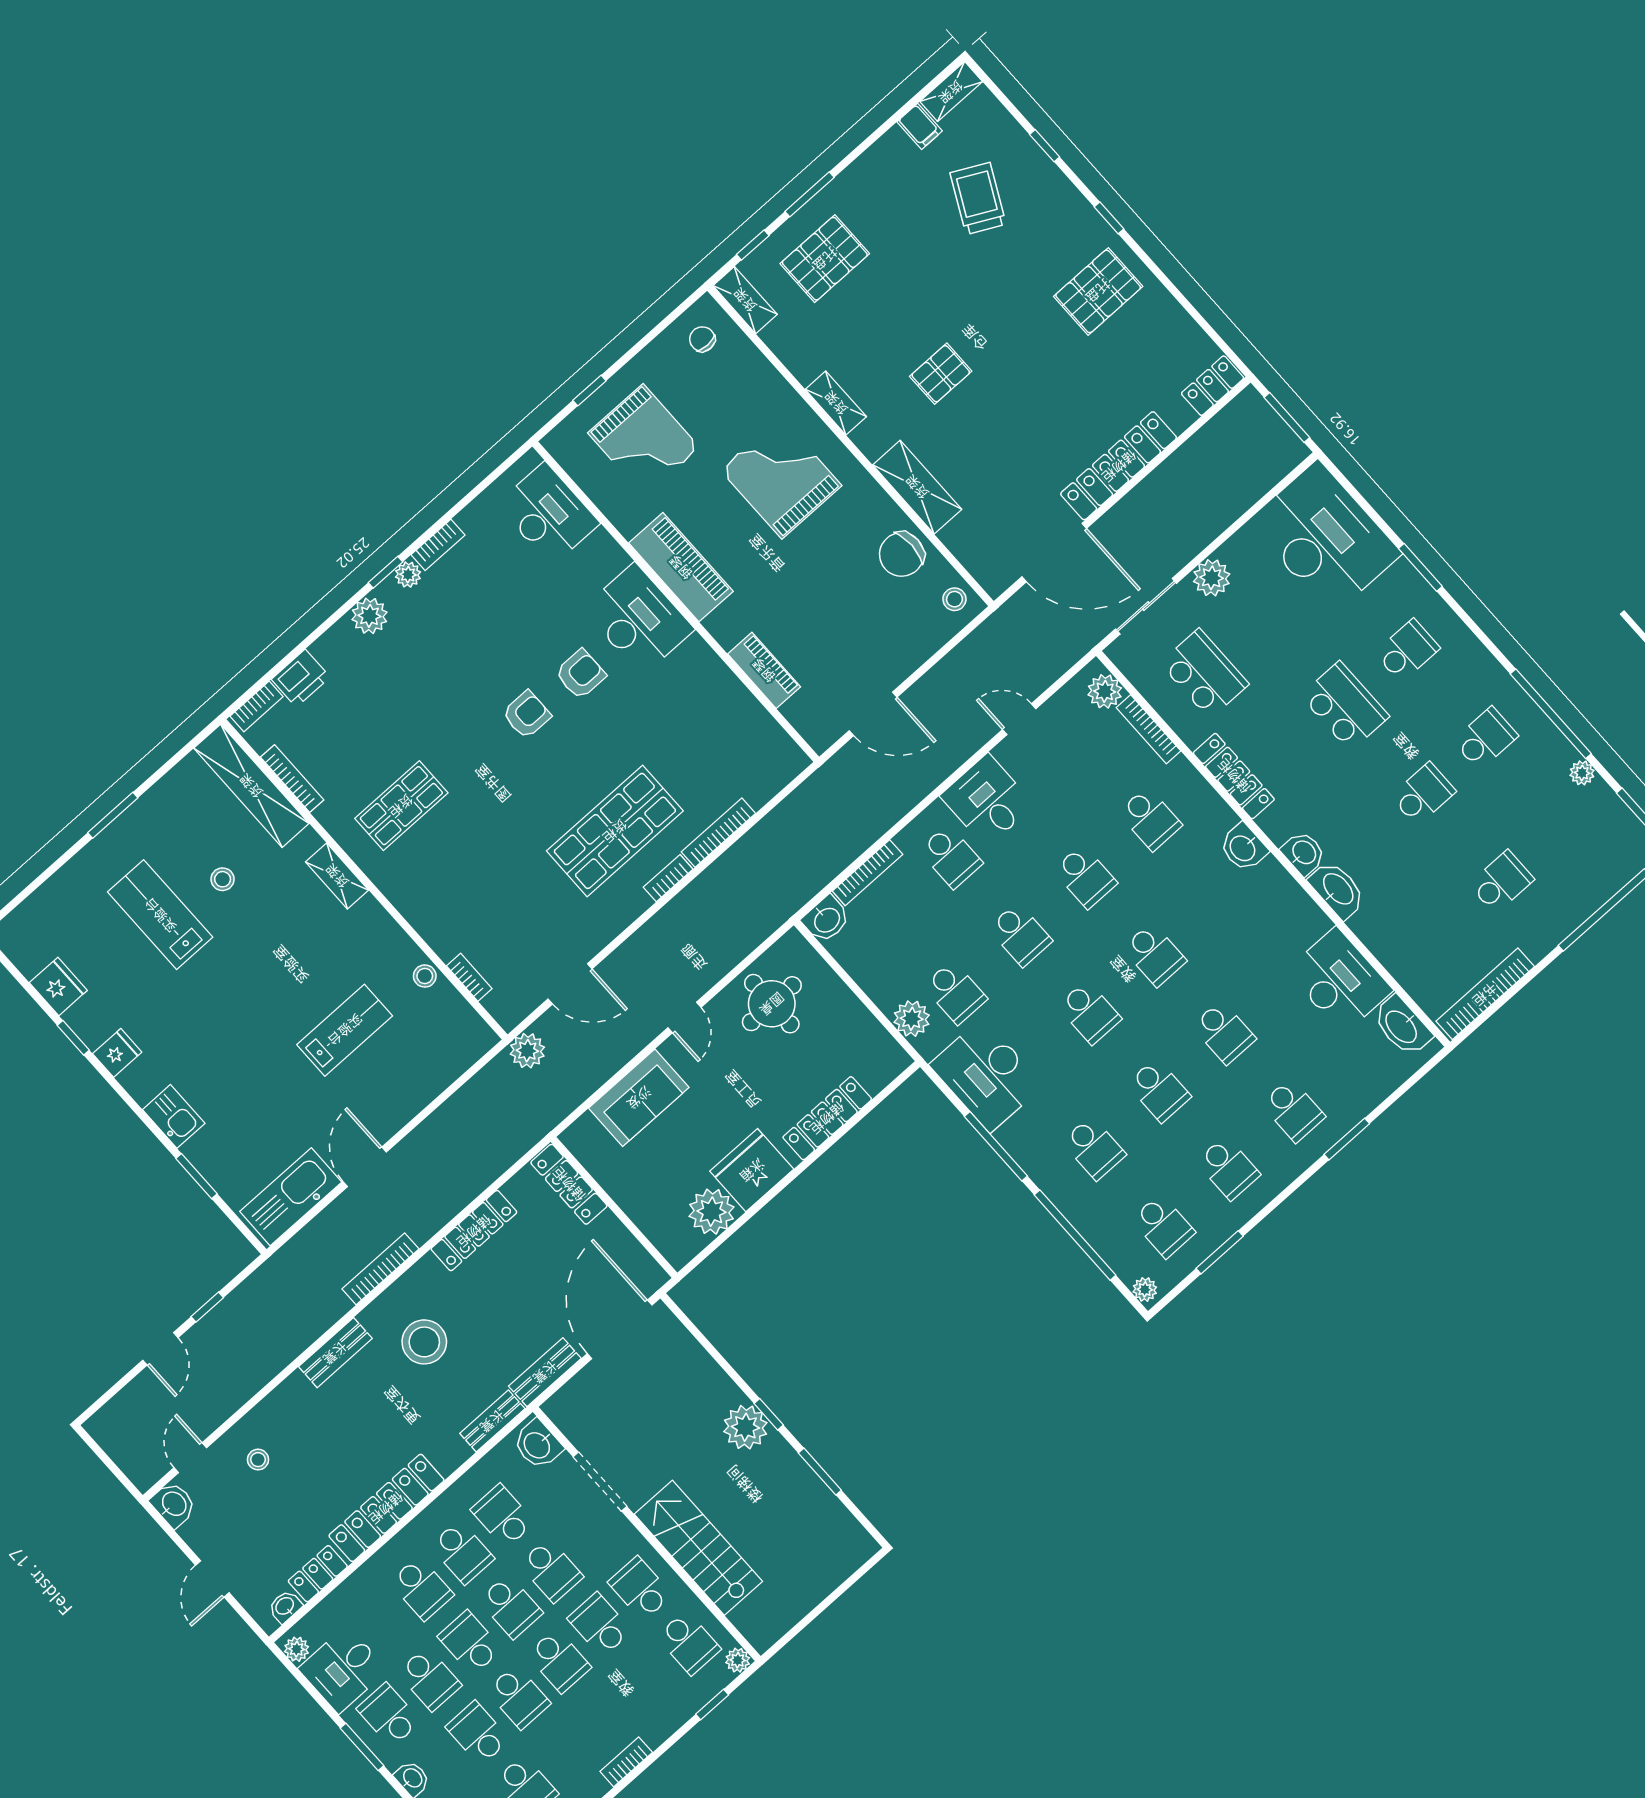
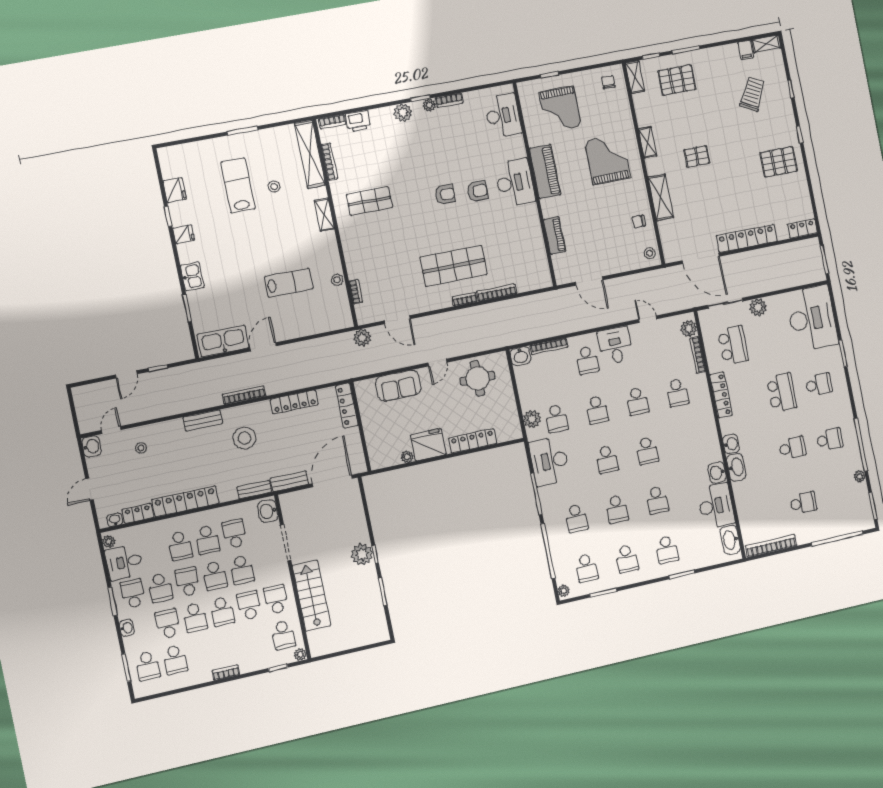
chair: (902, 554) -> (639, 221), width x0.54, depth x0.54
washbasin: (1243, 848) -> (717, 473), moved
plant: (711, 1212) -> (407, 457), width x0.53, depth x0.53

